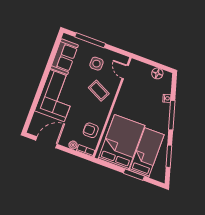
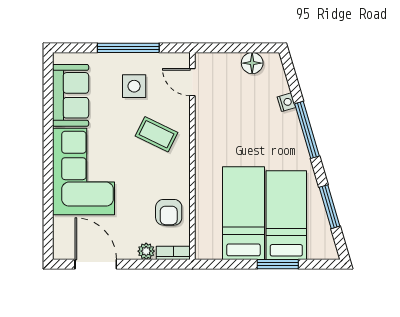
window: (90, 40) -> (128, 48), moved
armchair: (91, 130) -> (169, 212), turned -90
door: (46, 142) -> (96, 264), hinge flipped
bed: (121, 142) -> (243, 213), width x0.67

